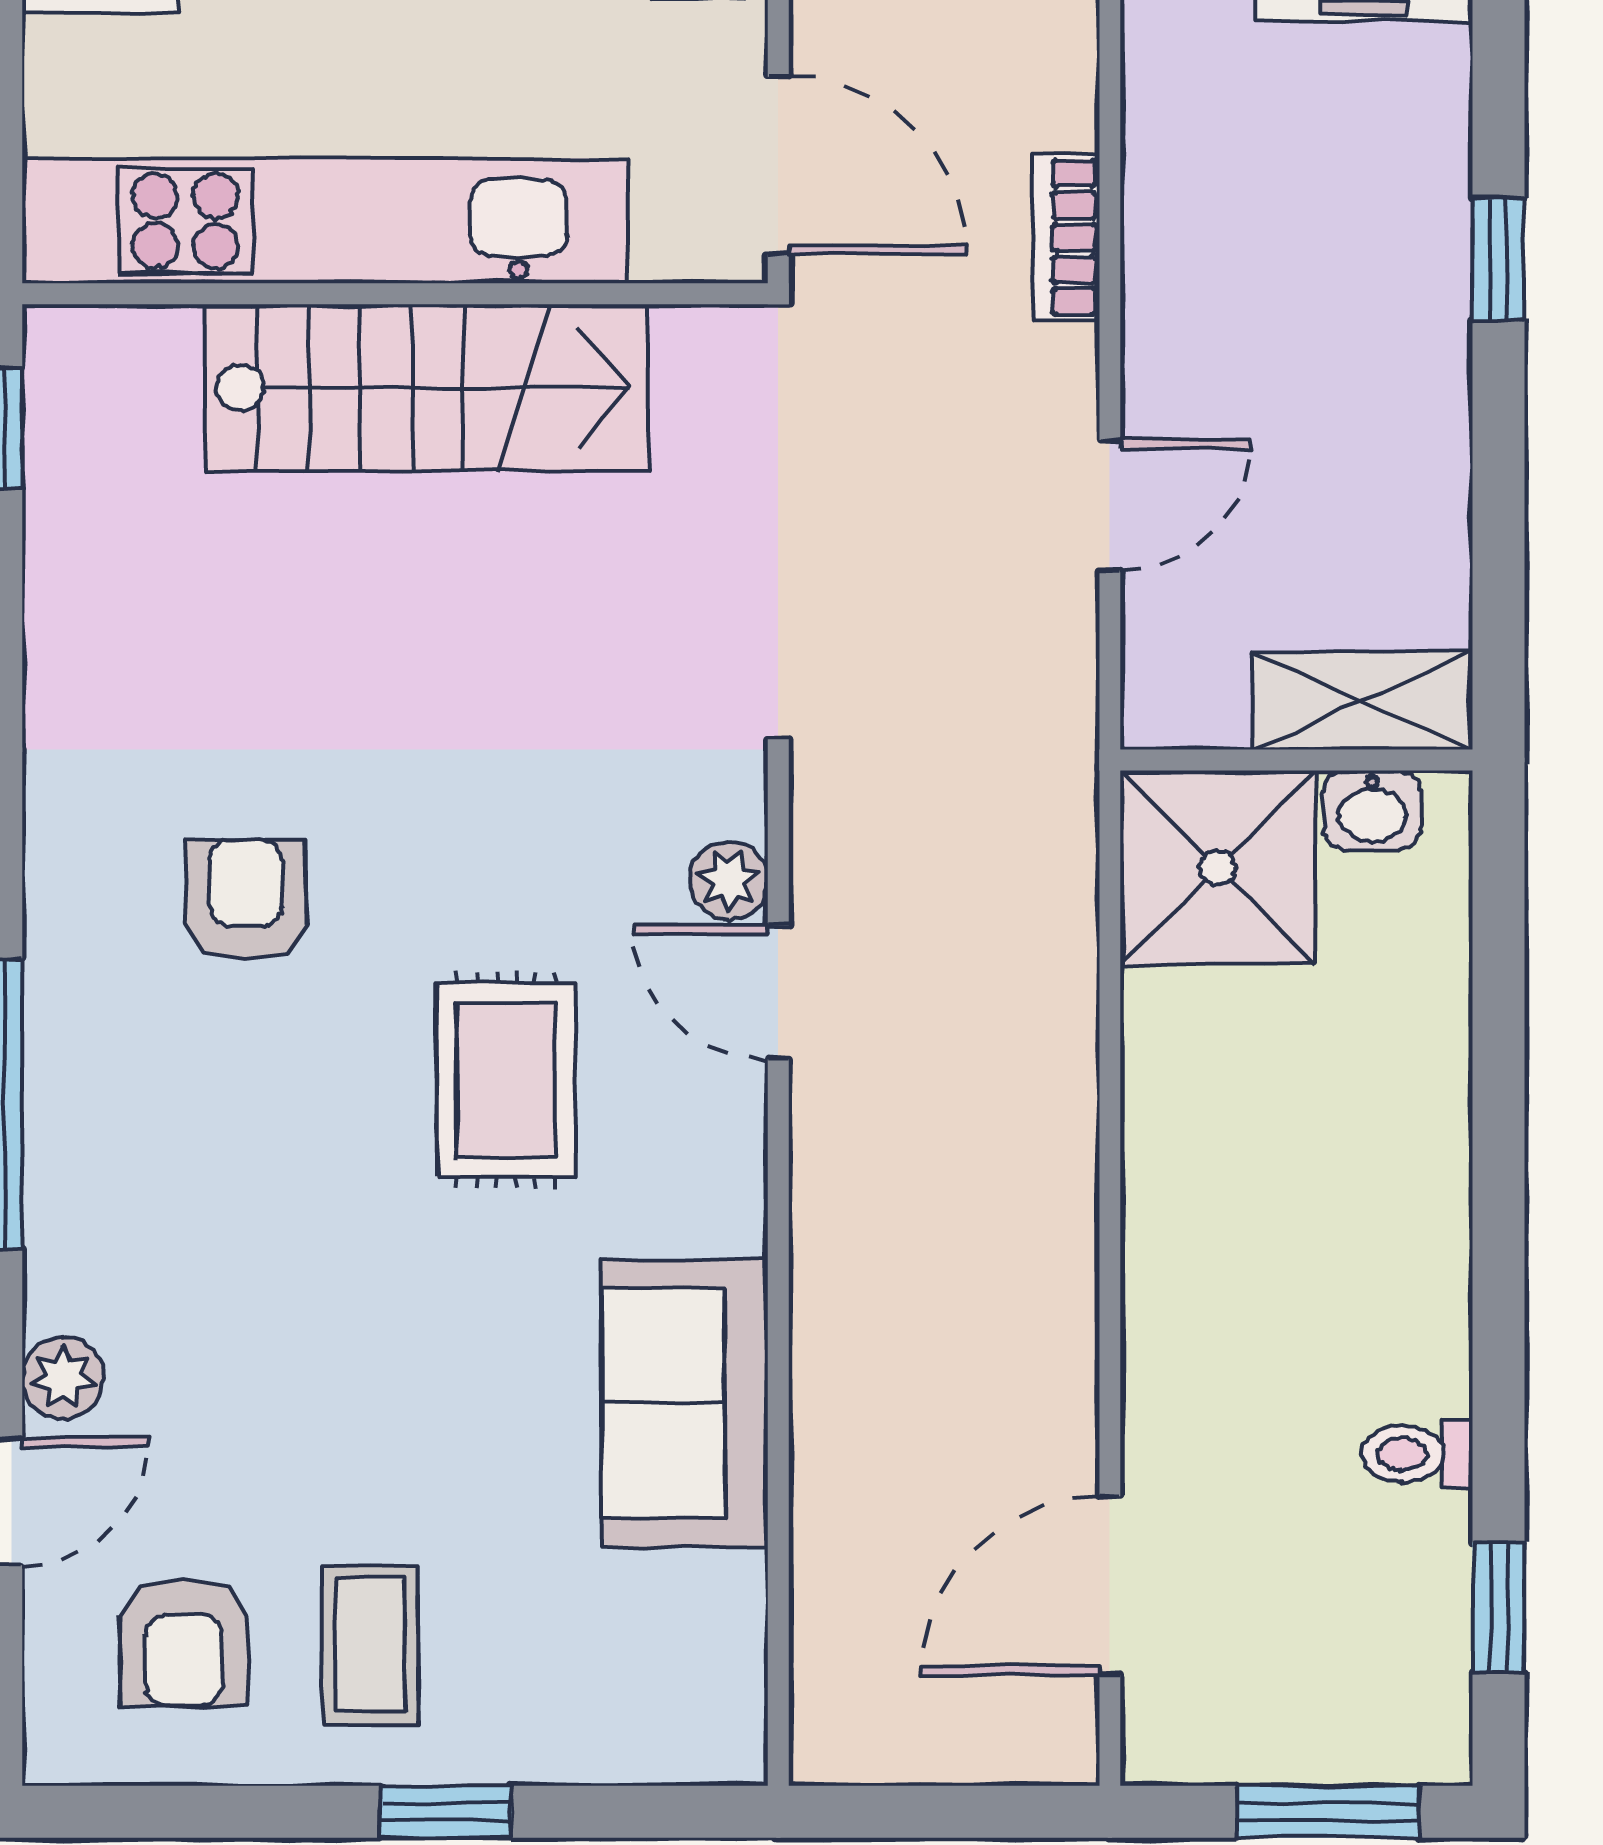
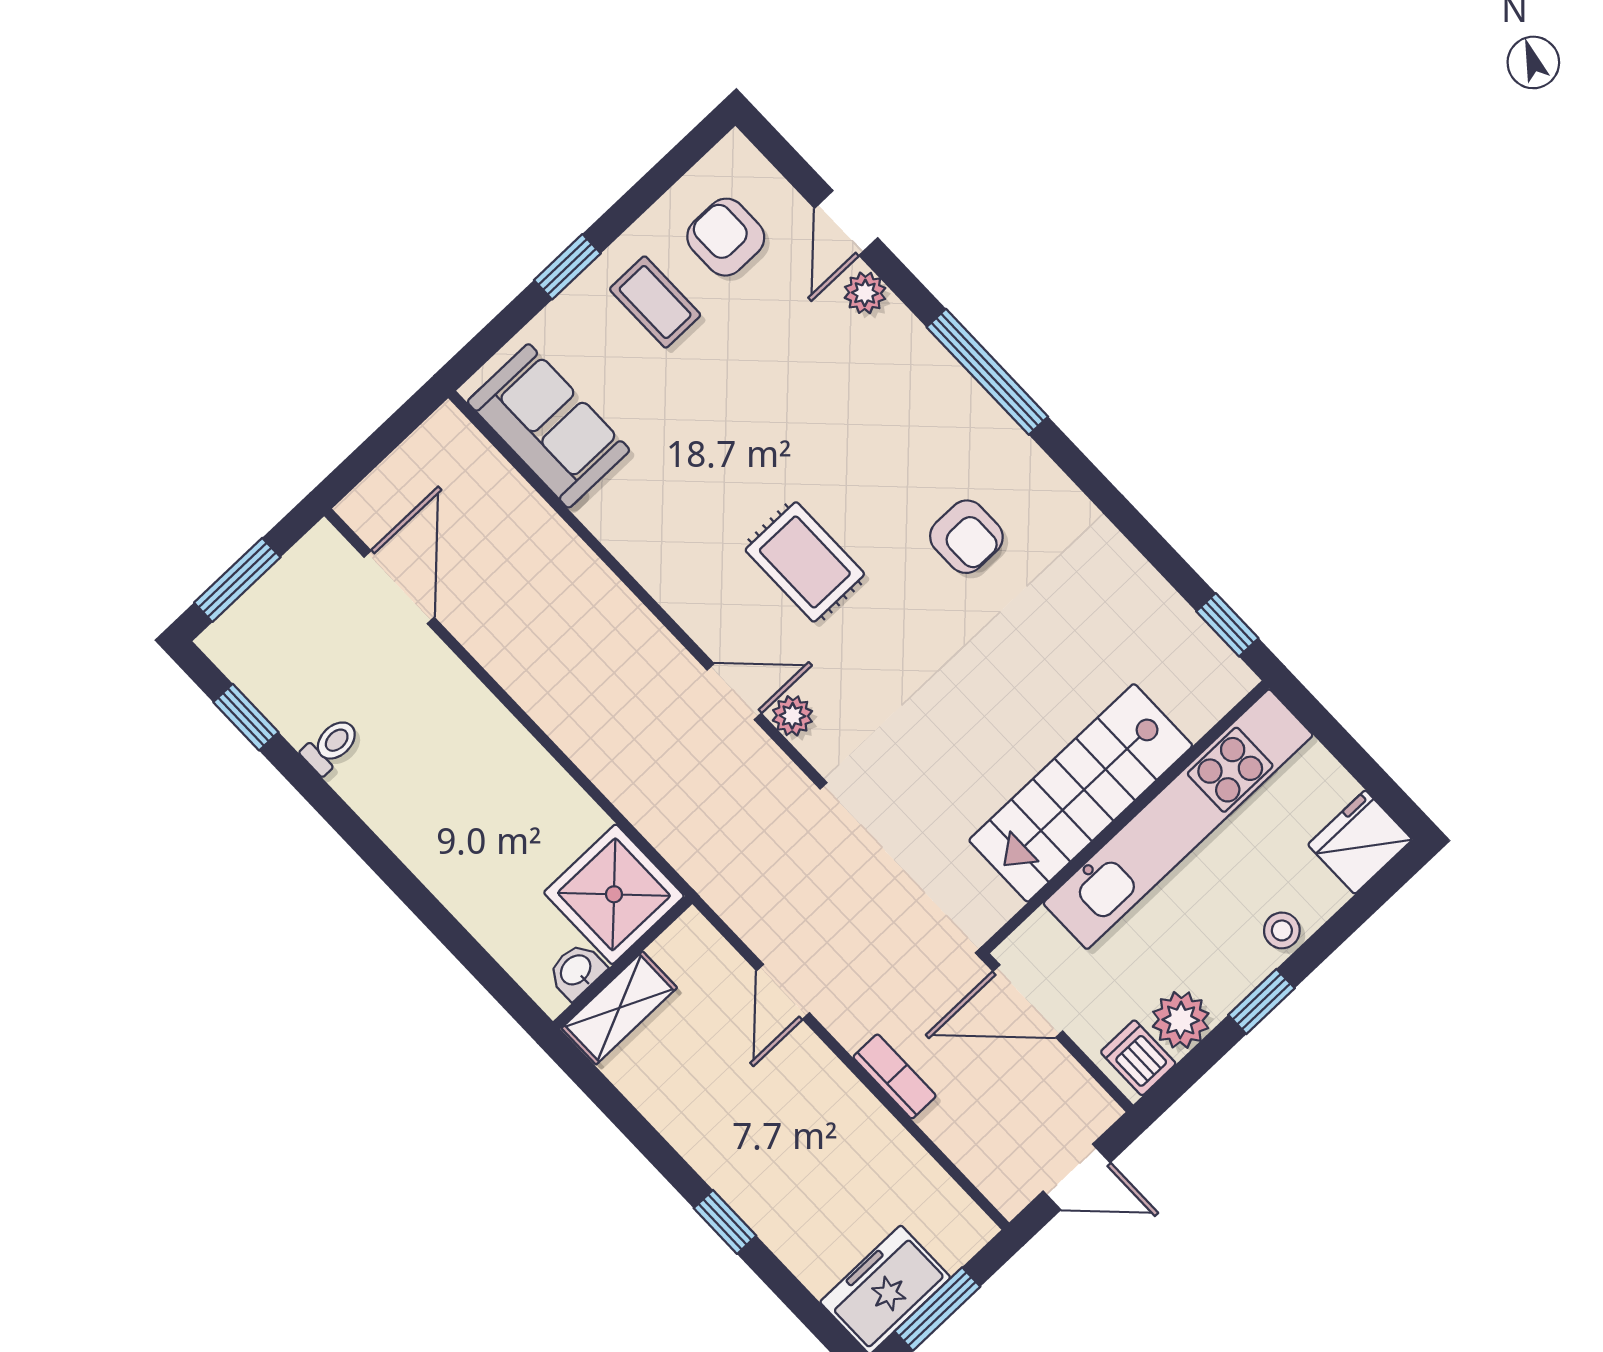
sofa: (685, 1403) -> (548, 426), moved

